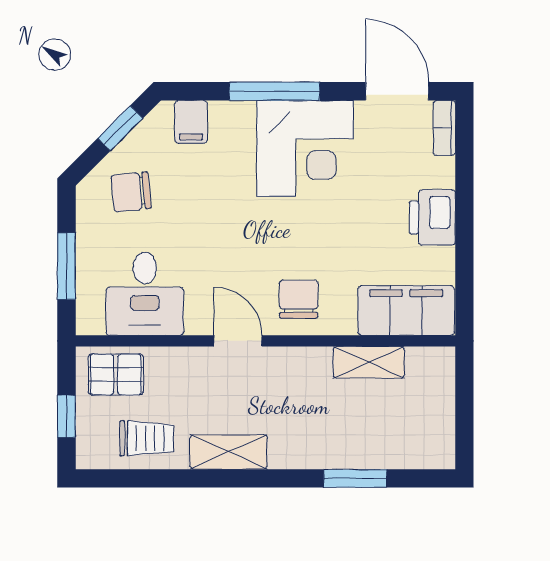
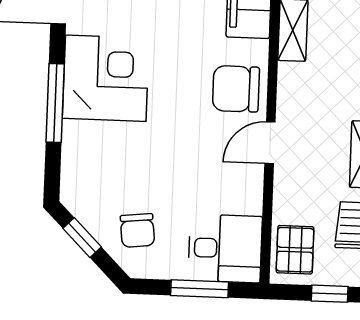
filing cabinet: (191, 122) -> (79, 176), removed
desk: (145, 294) -> (225, 248), moved
chair: (299, 299) -> (236, 89), width x1.37, depth x1.37

